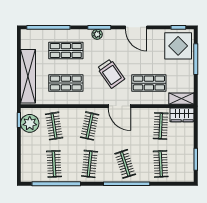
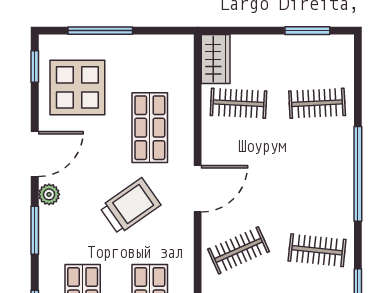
plant: (97, 34) -> (49, 194), moved
display table: (178, 46) -> (77, 87), moved
shelving: (181, 99) -> (182, 60), removed
clothes rail: (90, 126) -> (238, 250), turned -36
clothes rail: (125, 164) -> (317, 177), removed

